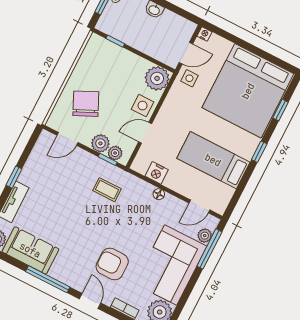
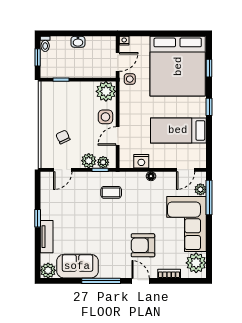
chair: (86, 104) -> (63, 137), width x0.54, depth x0.54

